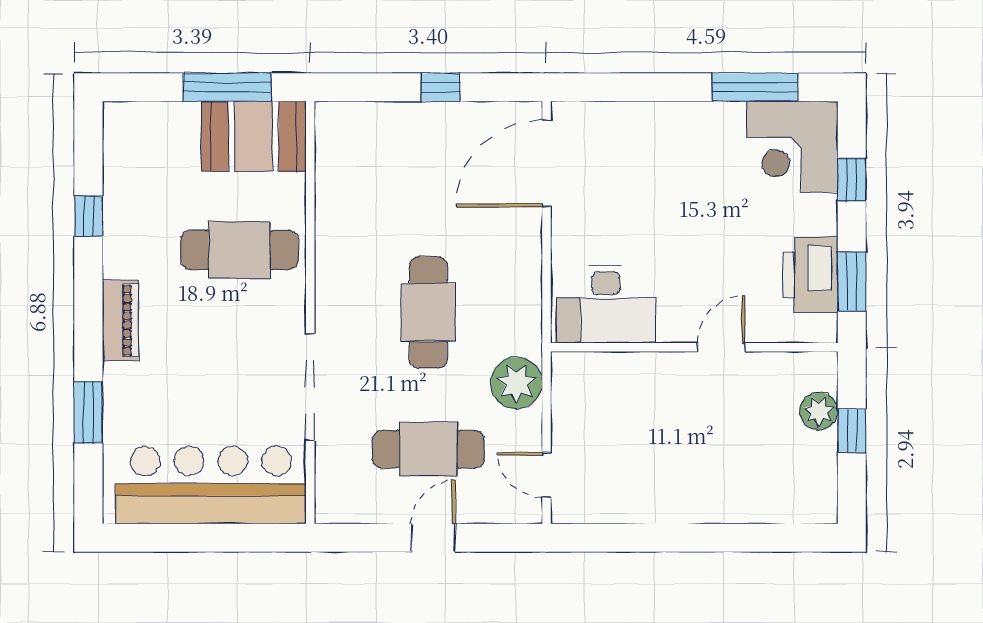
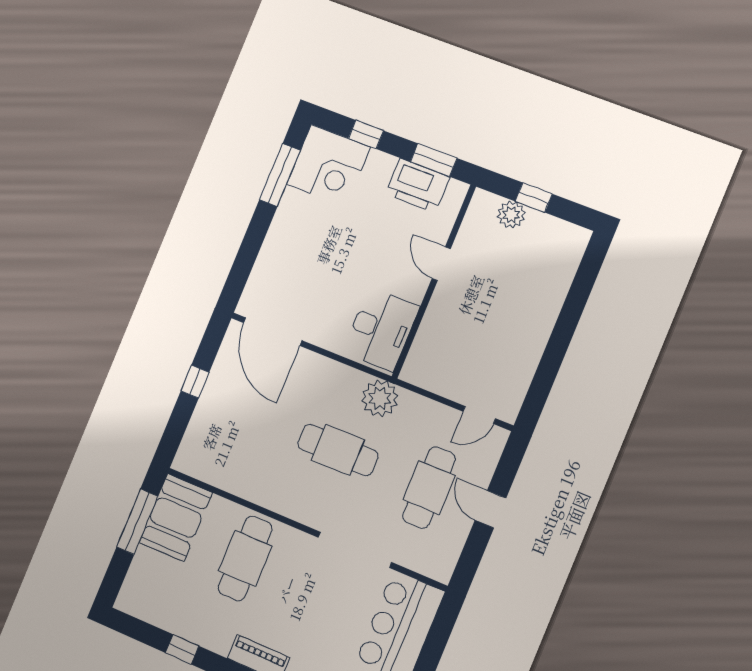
plant: (517, 383) -> (380, 398), moved

